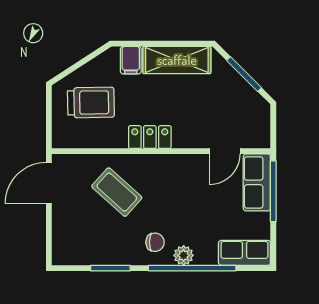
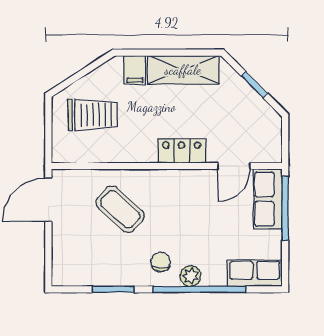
window: (244, 74) -> (254, 85), width x0.67
locker: (150, 137) -> (182, 151), moved
chair: (155, 242) -> (160, 262), turned -90

